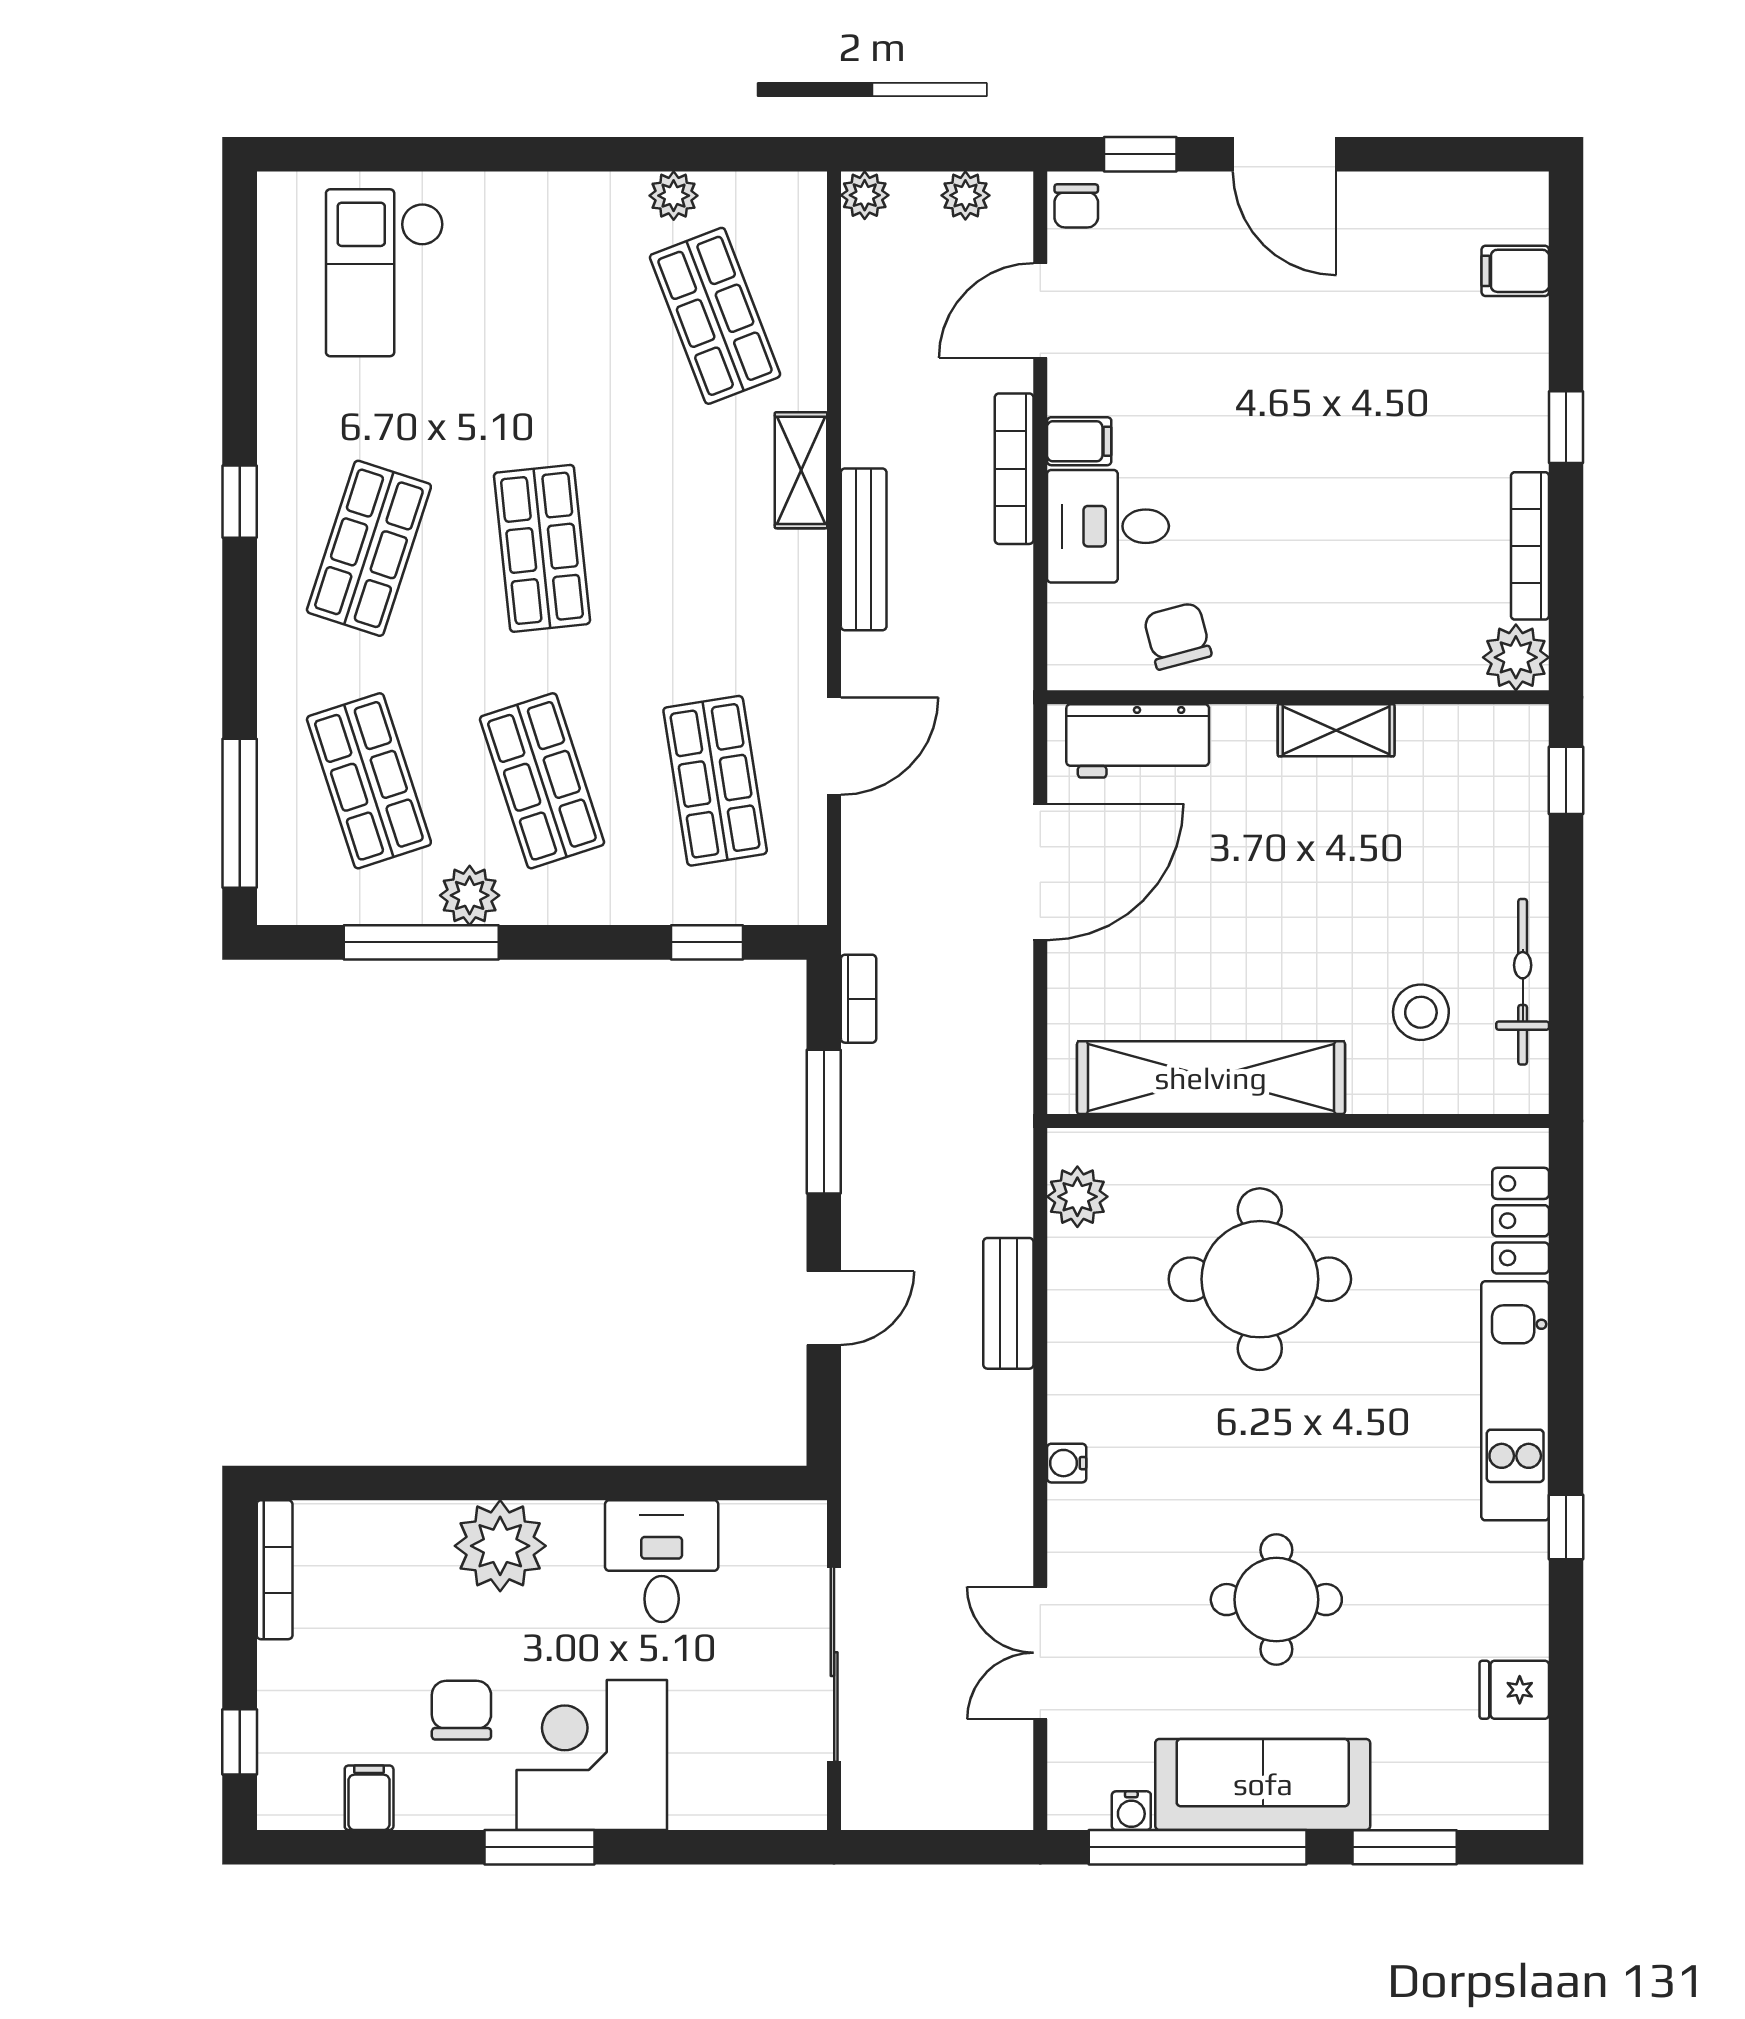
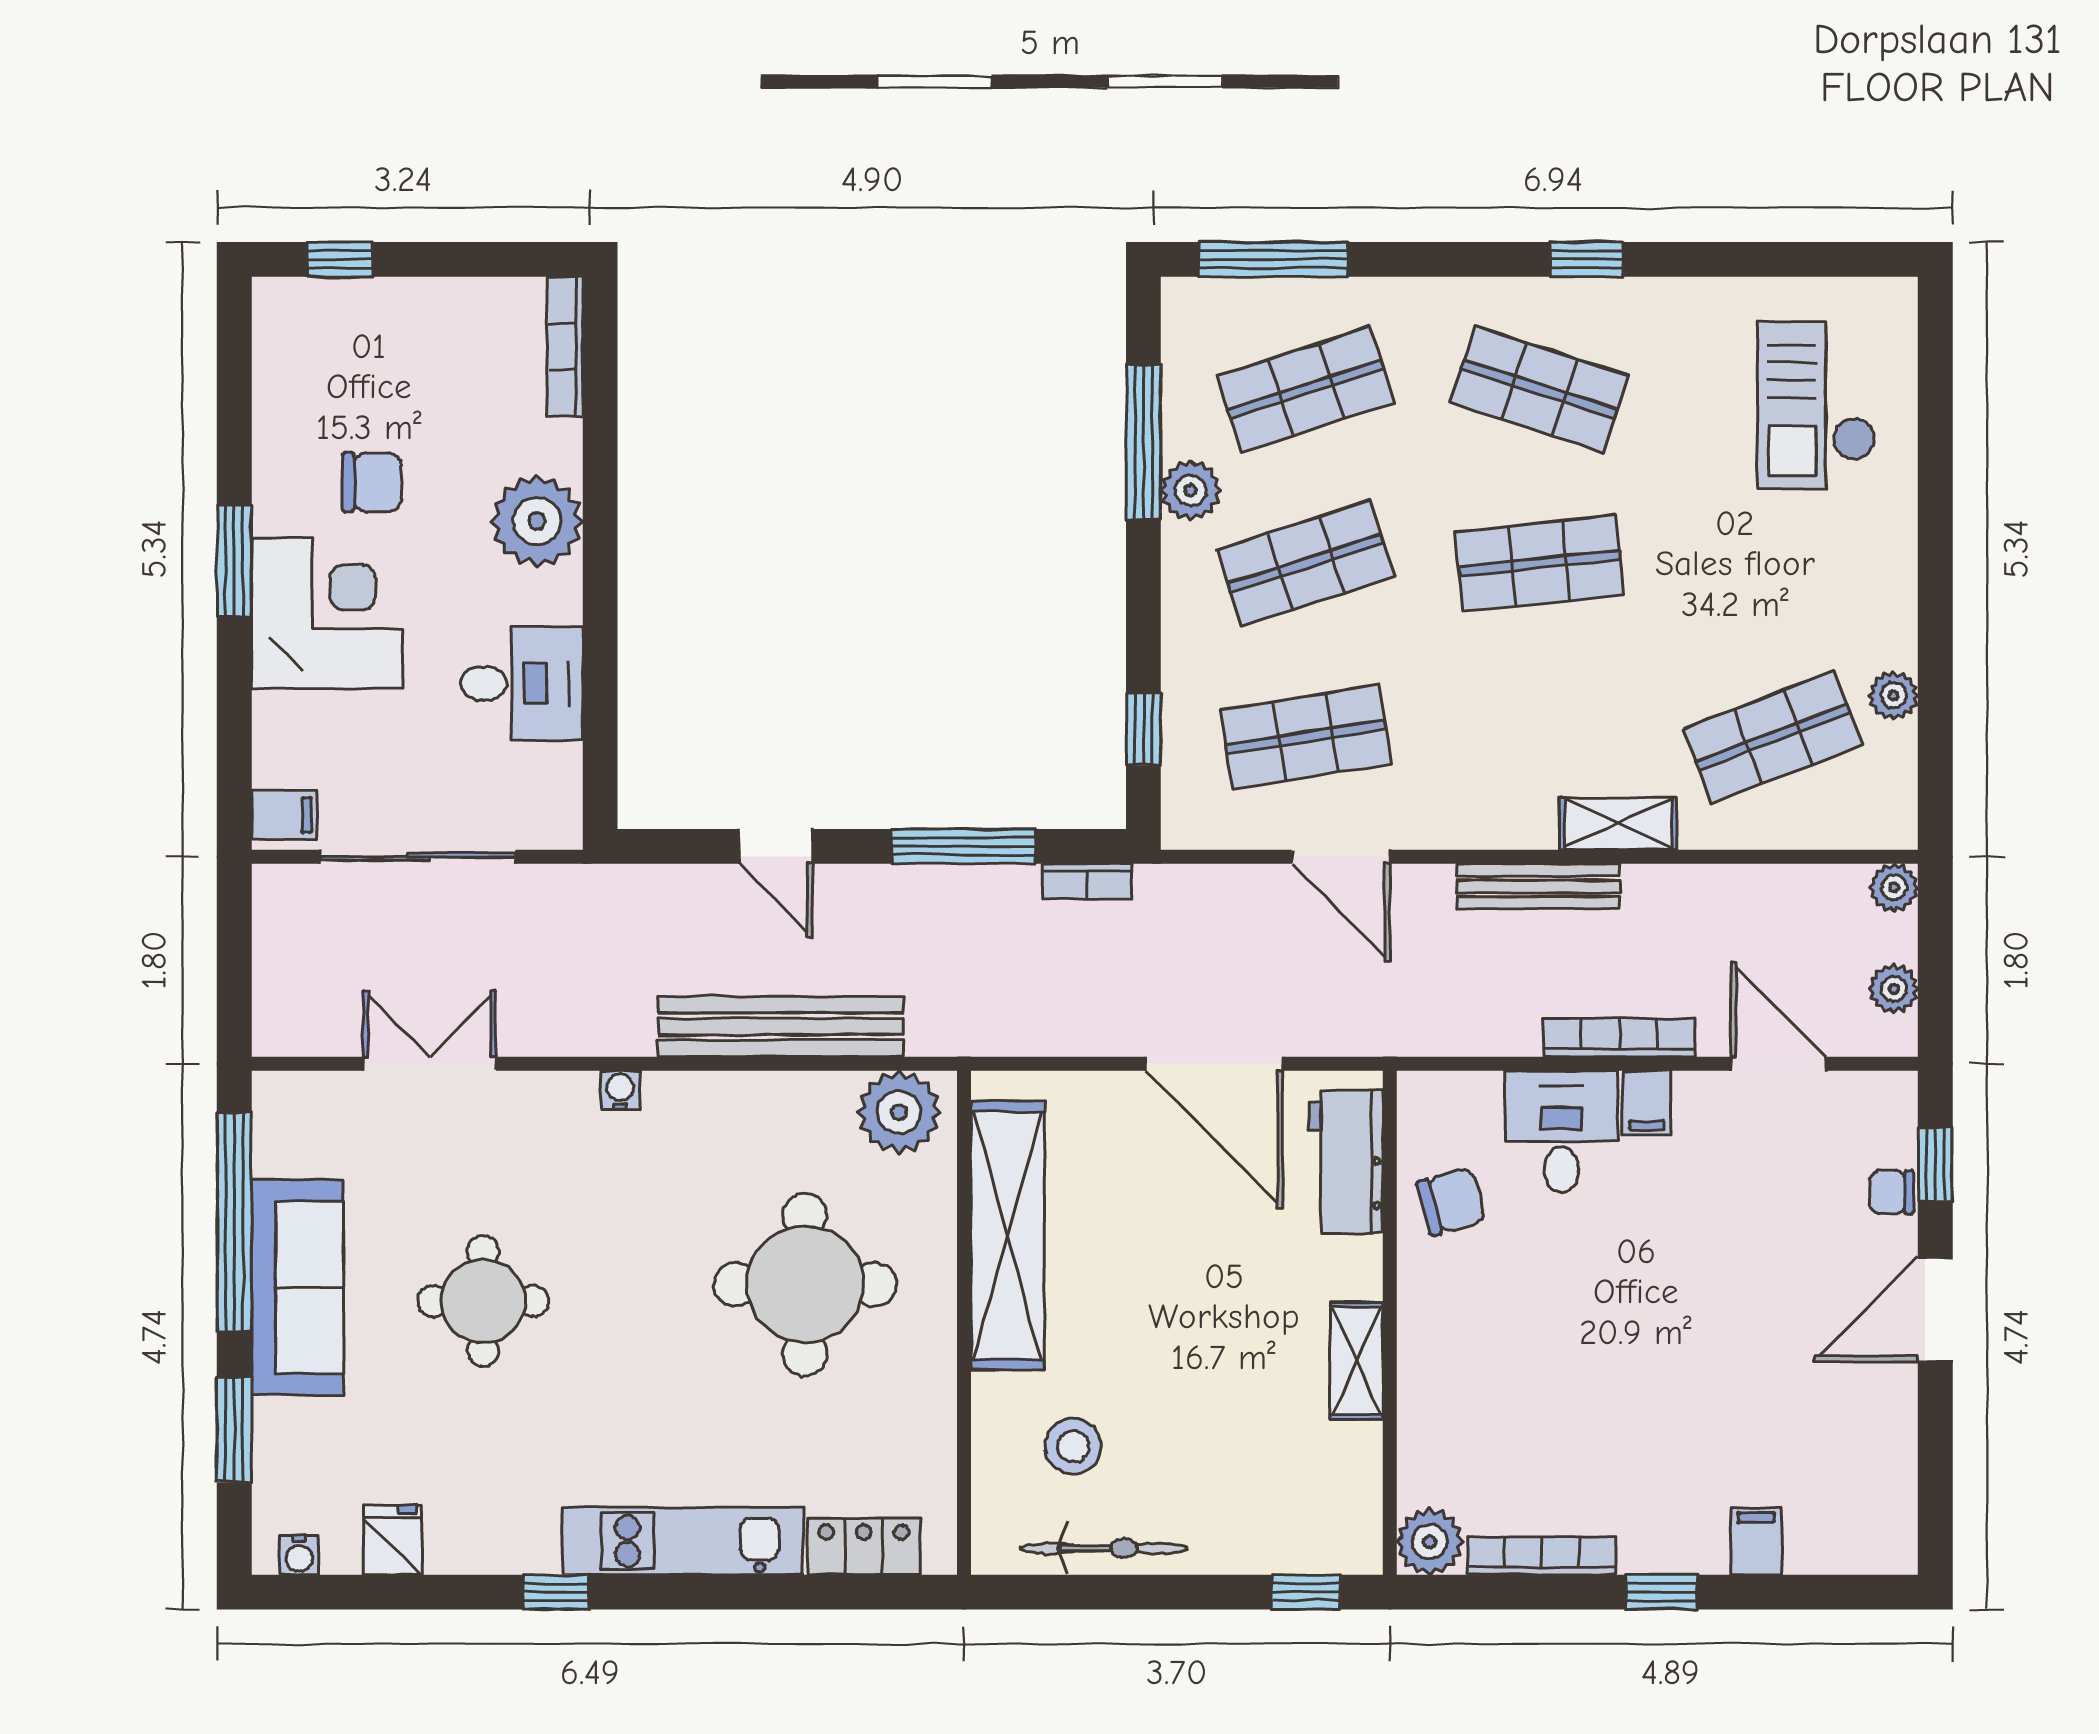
chair: (1076, 206) -> (1892, 1192), moved
filing cabinet: (1515, 271) -> (1756, 1541), moved
checkout: (385, 273) -> (1816, 405), turned -90
plant: (1077, 1197) -> (899, 1112), width x1.36, depth x1.36
bench: (1008, 1303) -> (781, 1026), width x1.86, depth x1.21
bookcase: (275, 1570) -> (565, 346), moved, turned 90
filing cabinet: (369, 1798) -> (284, 815), moved
water cooler: (1131, 1811) -> (299, 1555), moved, turned -90

